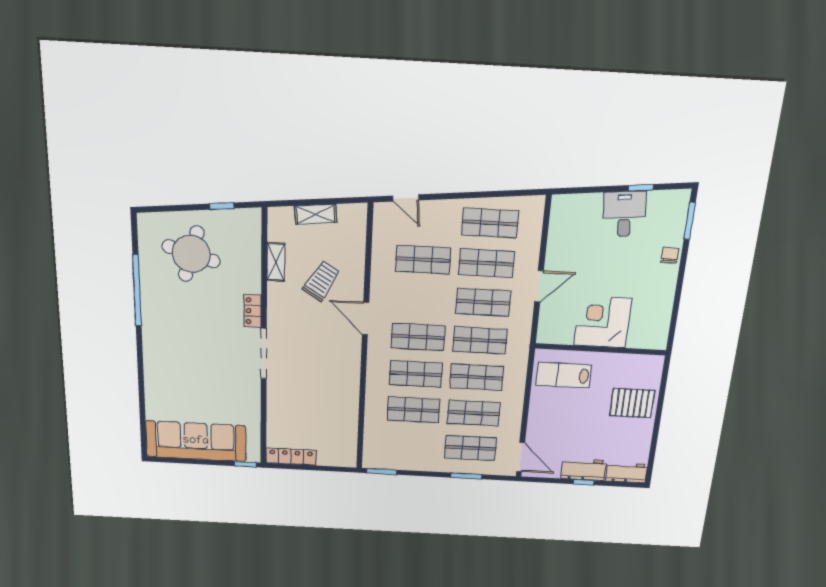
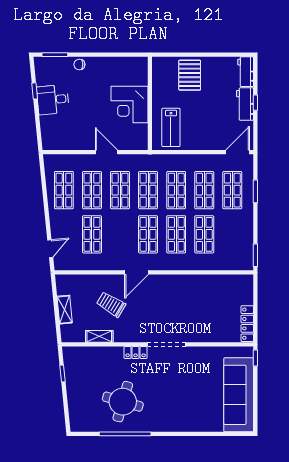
round table: (191, 254) -> (123, 402), moved

